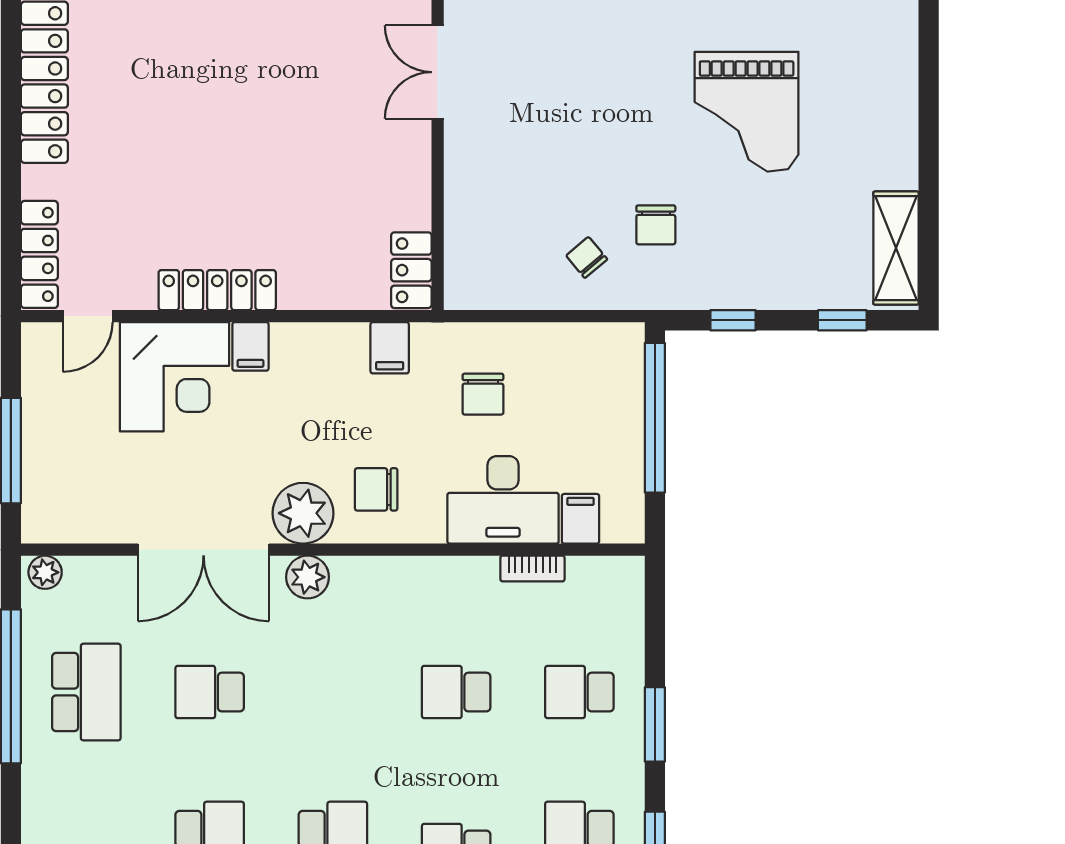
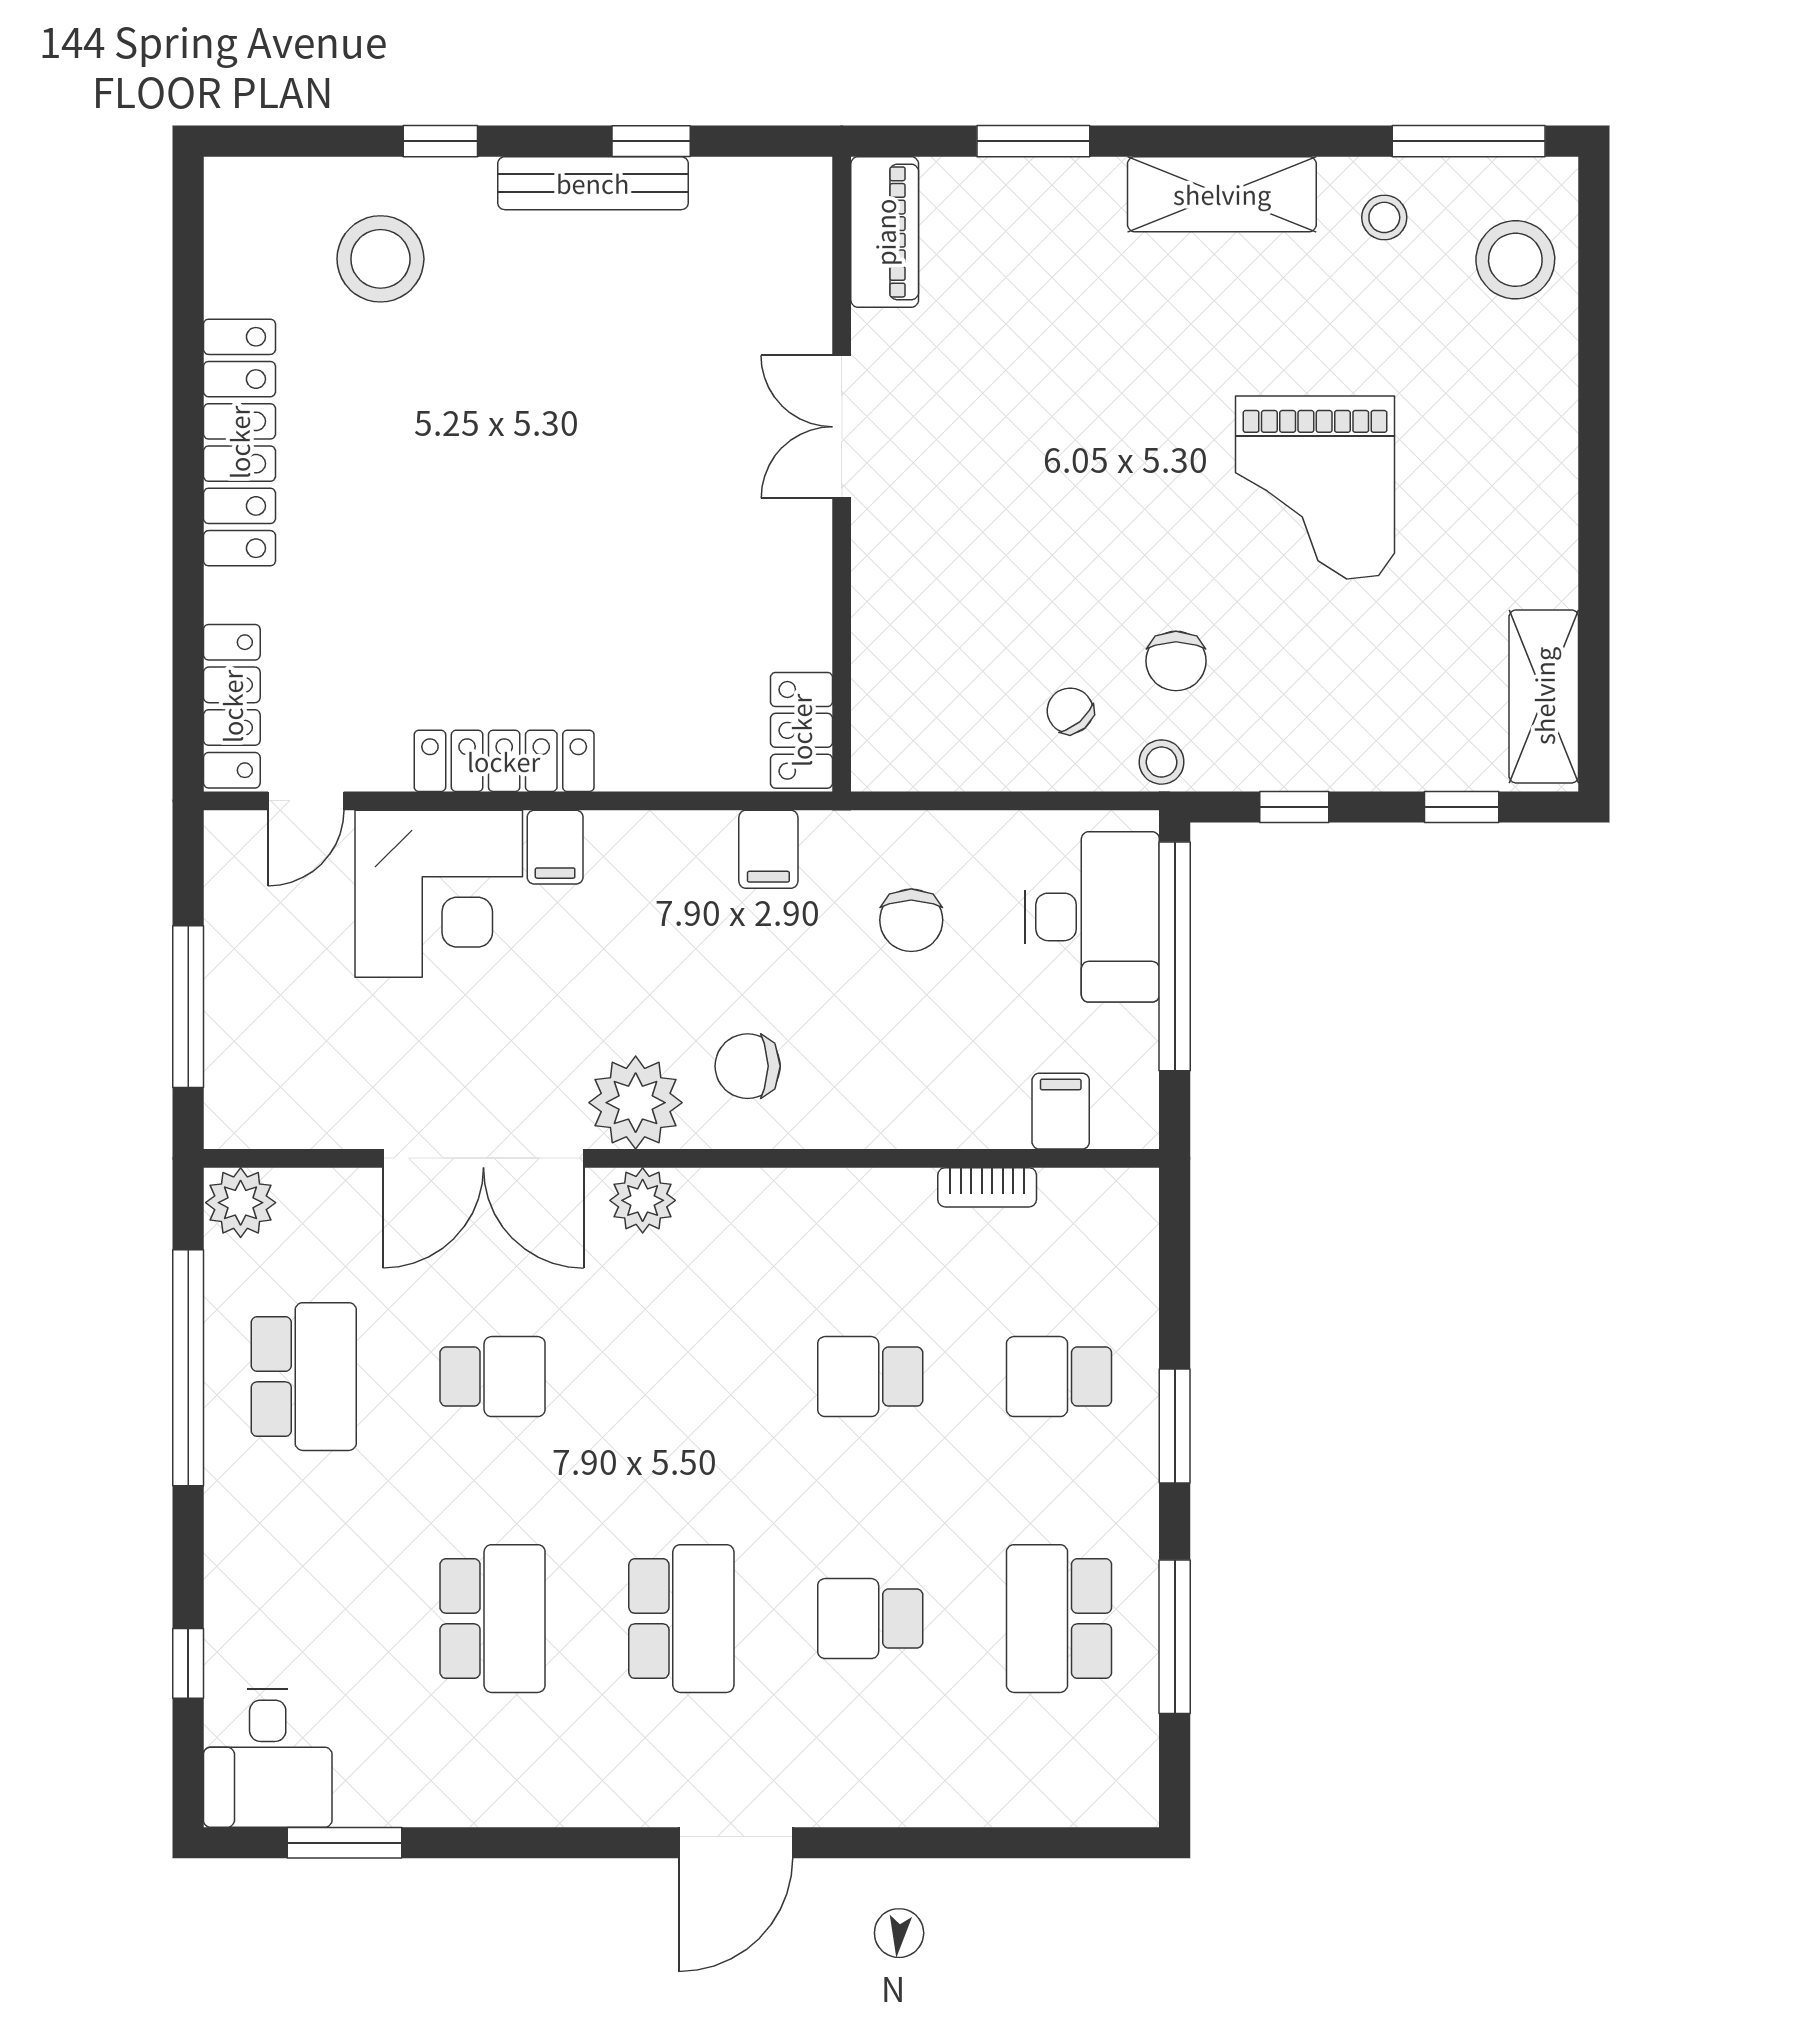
stool: (646, 291) -> (1162, 762), added
desk: (503, 500) -> (1092, 917), moved, turned -90
plant: (45, 572) -> (241, 1203), width x1.38, depth x1.38
school desk: (210, 692) -> (493, 1377), turned 180

